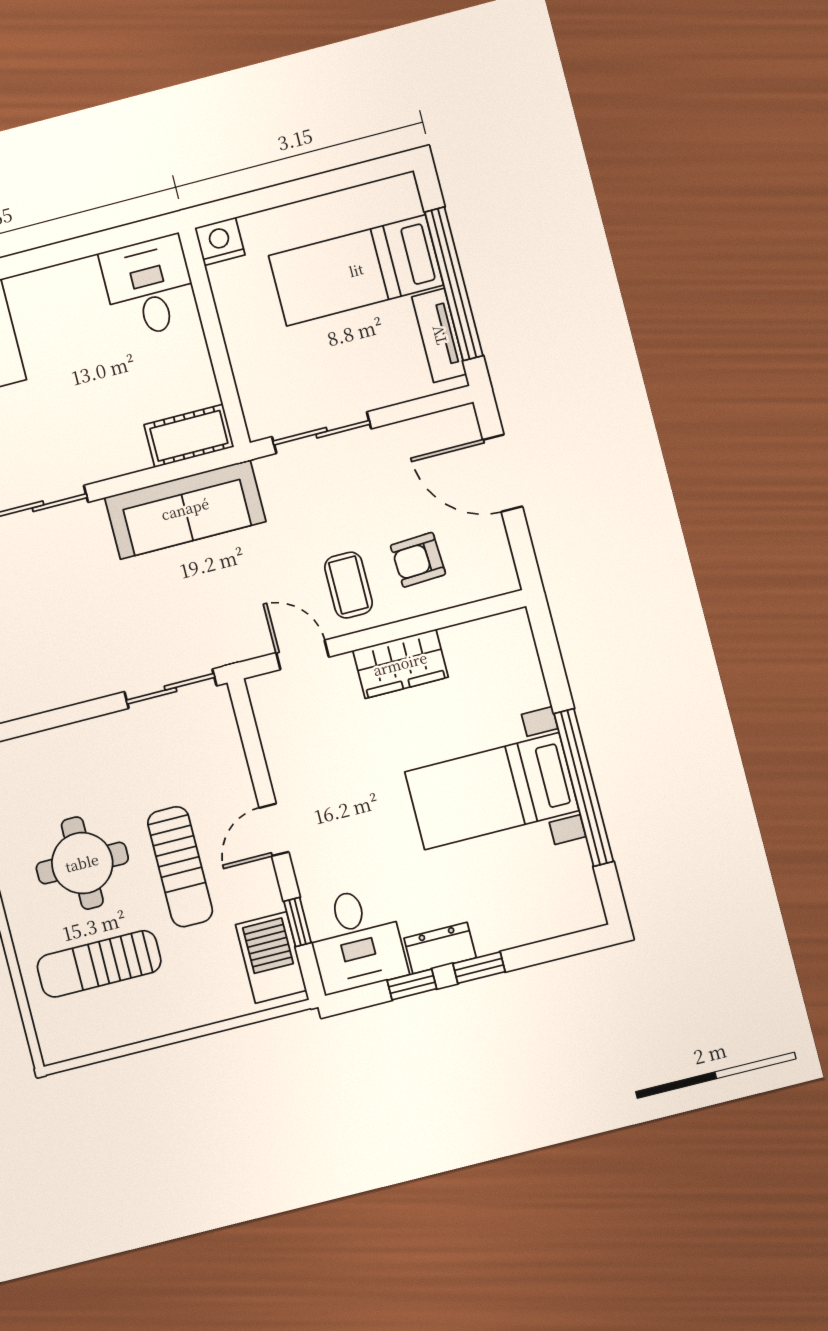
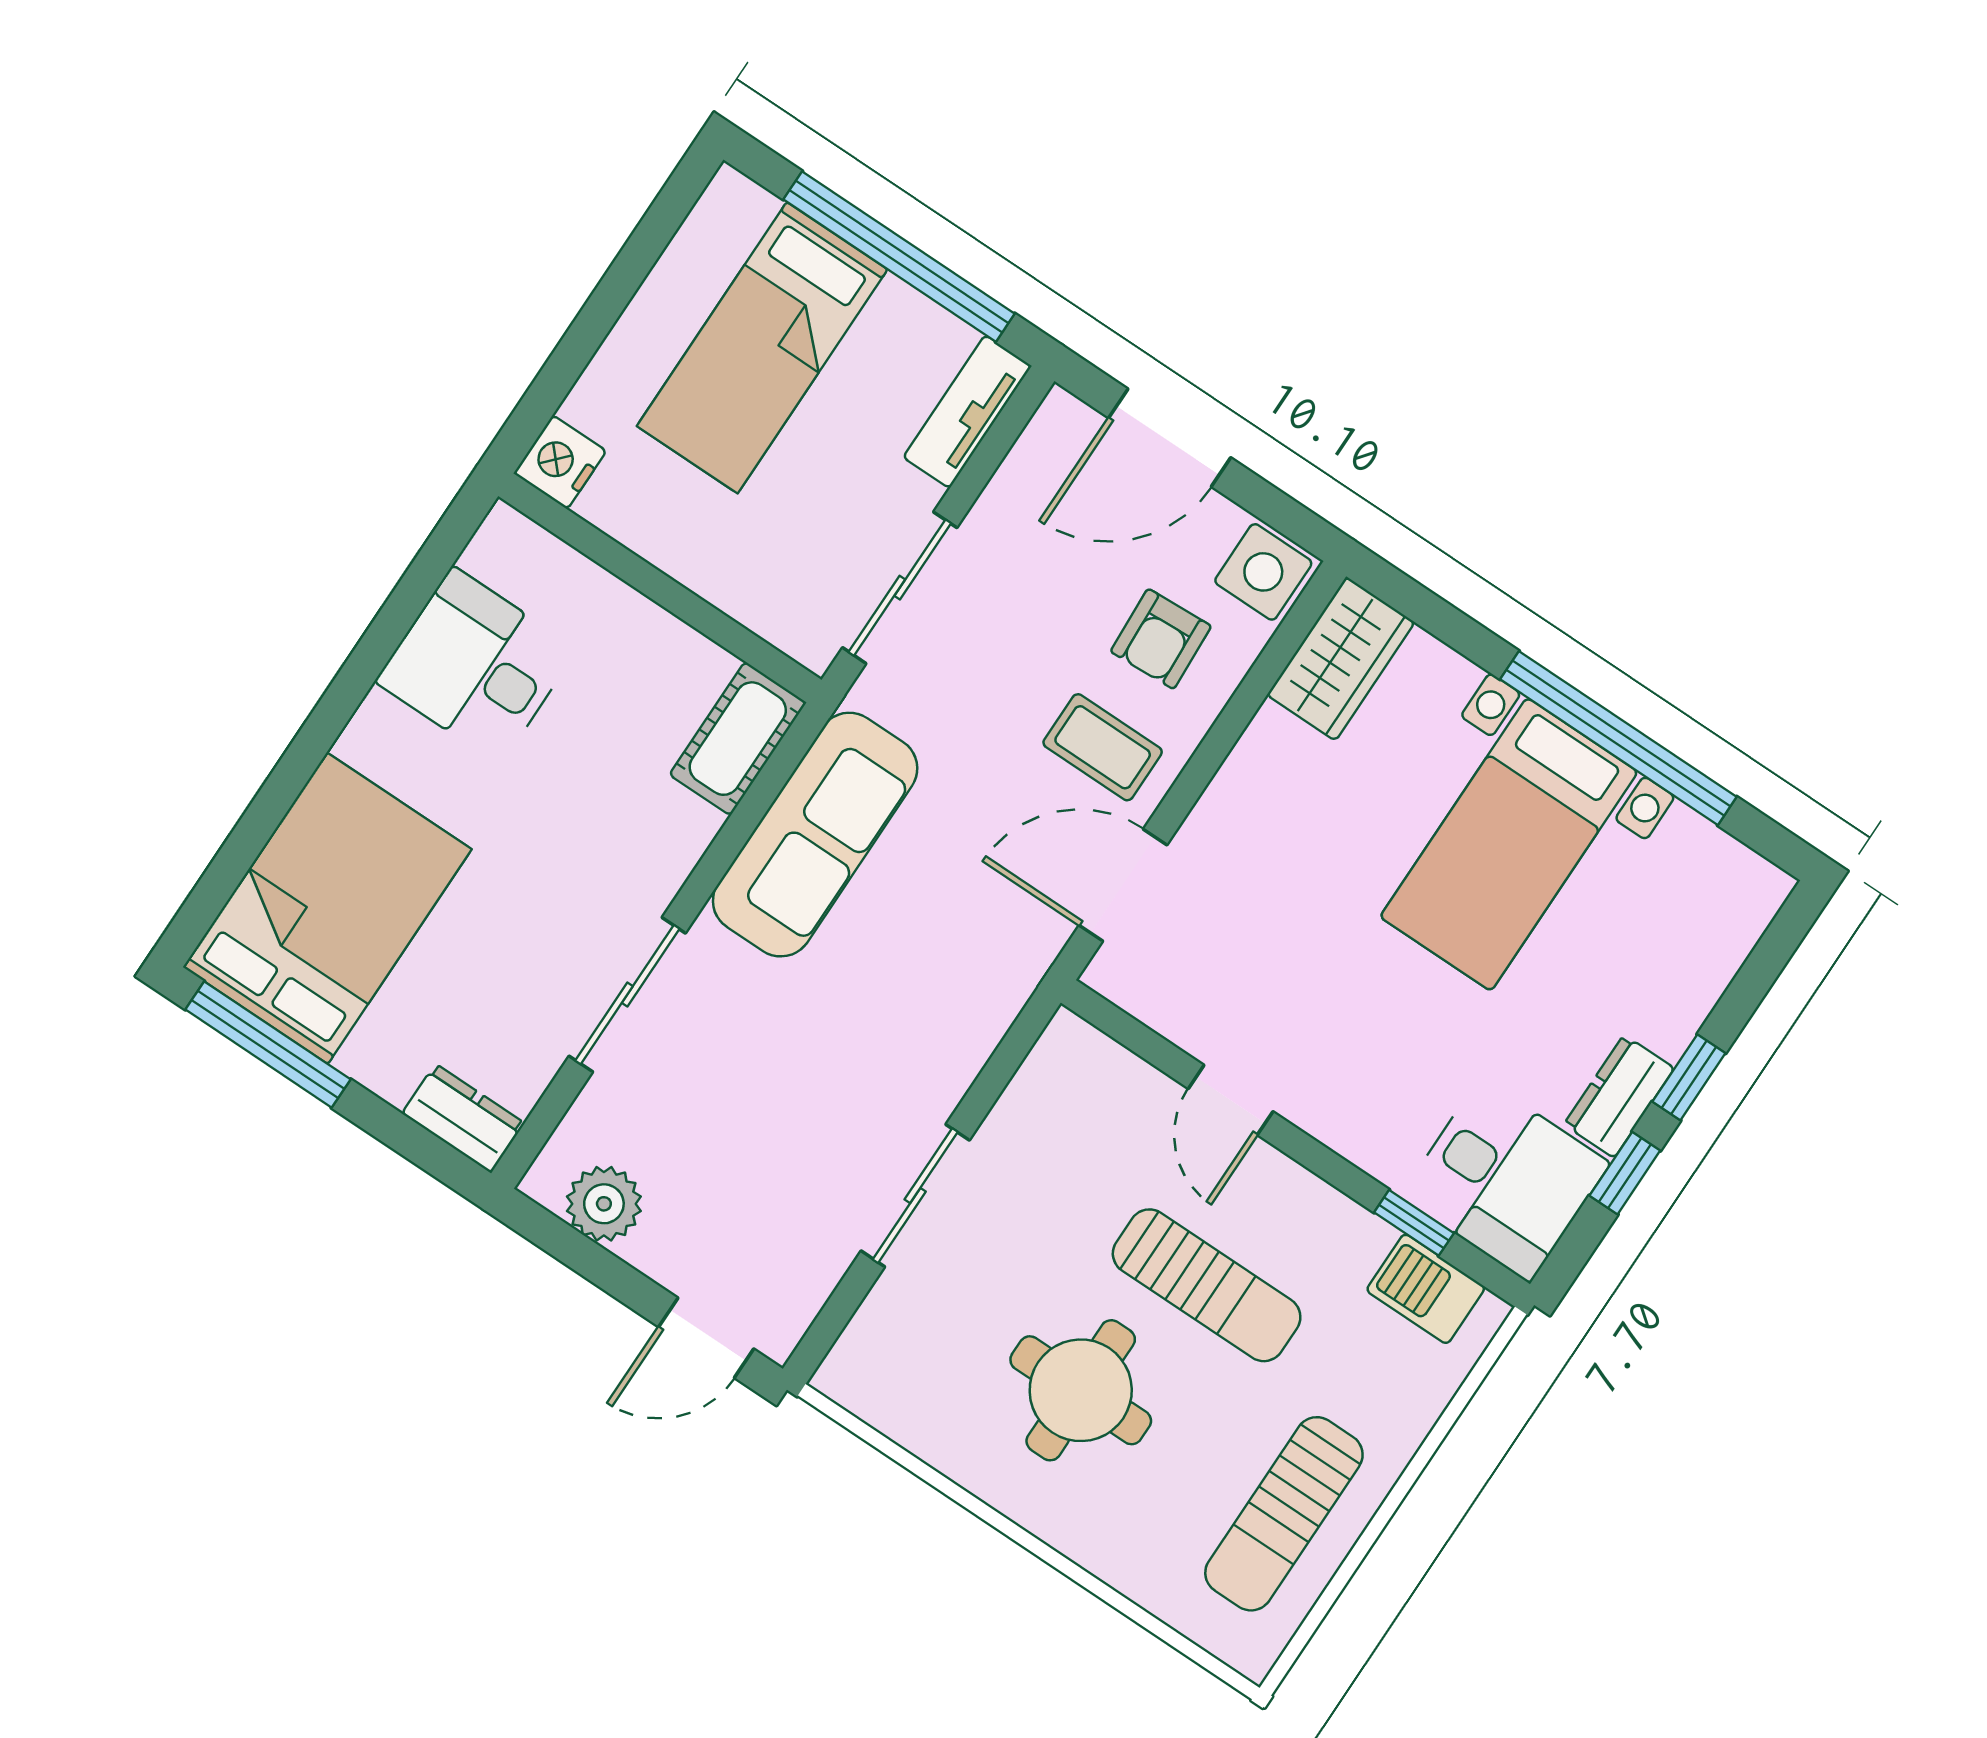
desk: (149, 287) -> (476, 665), moved
tv unit: (439, 335) -> (967, 412), moved, turned 90
side table: (491, 571) -> (1263, 572), added
door: (302, 655) -> (1123, 885), width x1.38
wardrobe: (400, 664) -> (1341, 659), moved
sliding door: (170, 689) -> (915, 1196), moved
door: (274, 830) -> (1231, 1100), moved
barbecue: (271, 957) -> (1426, 1289), width x0.73, depth x0.79
sun lounger: (99, 964) -> (1284, 1514), moved

